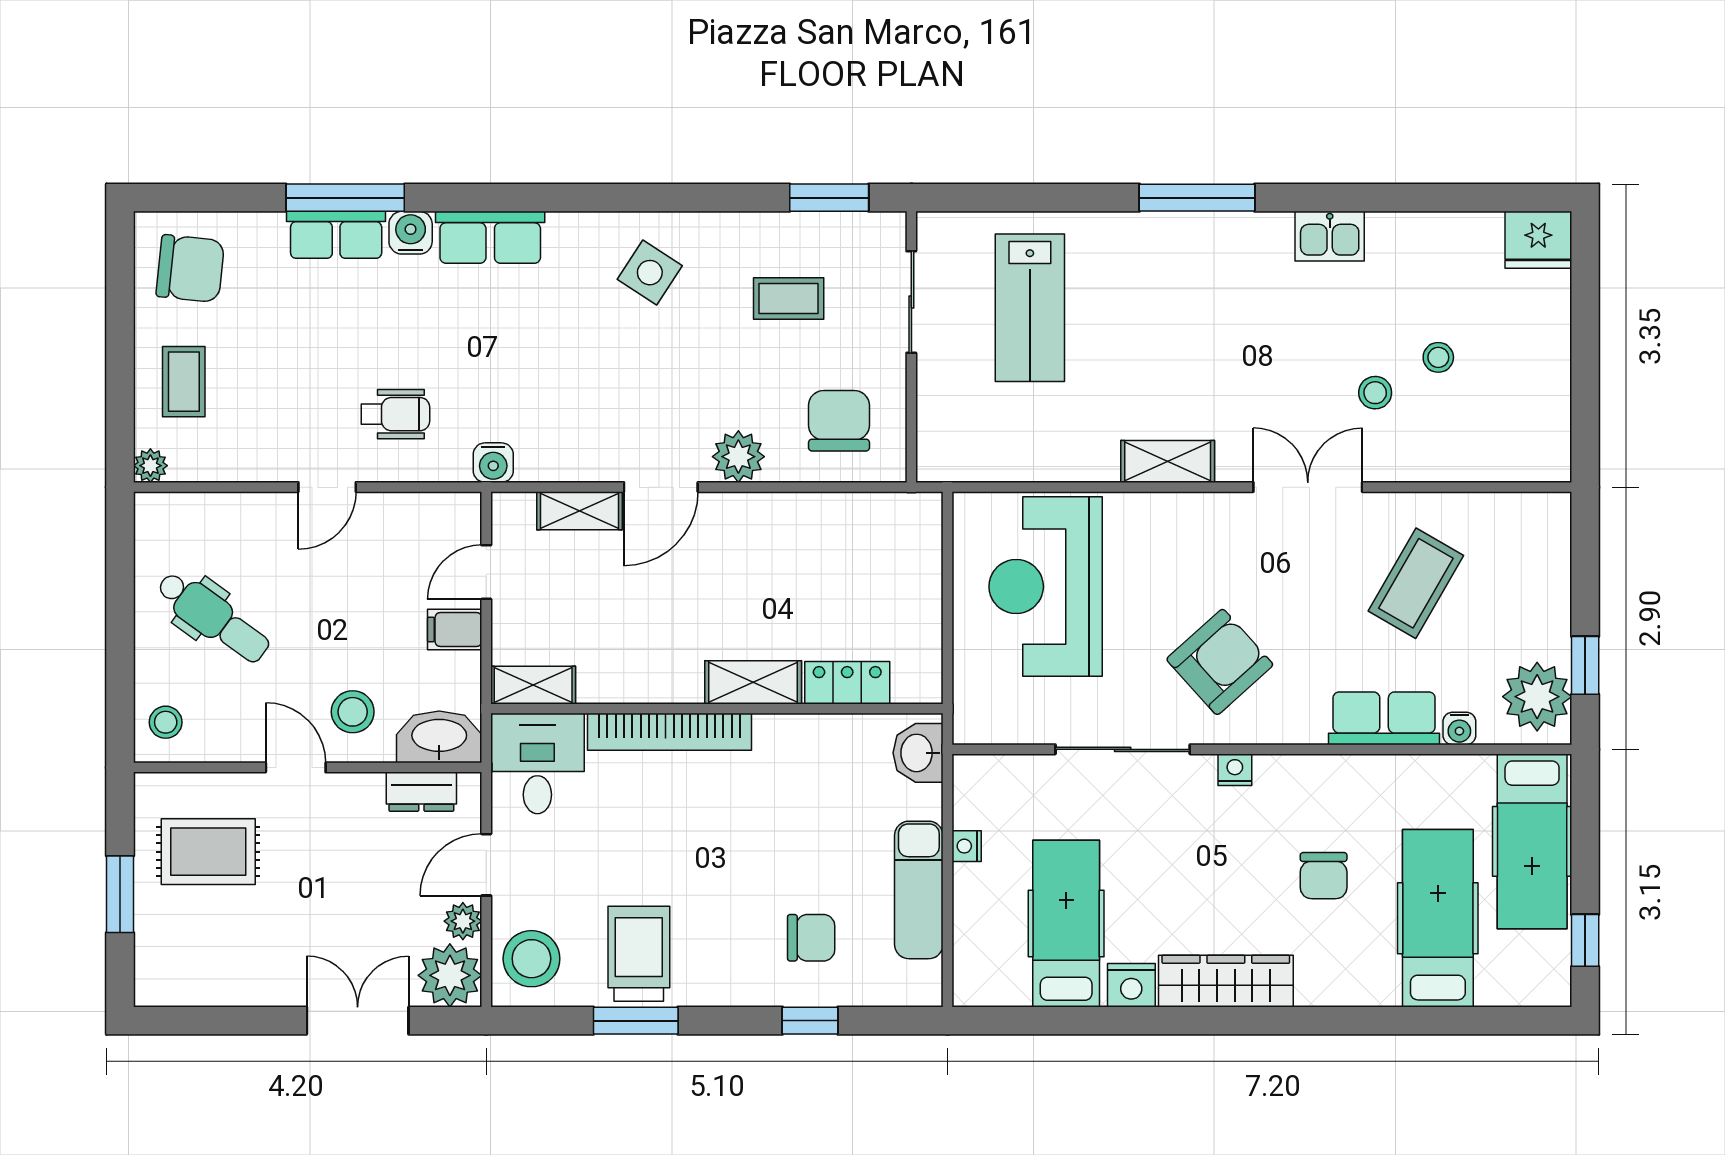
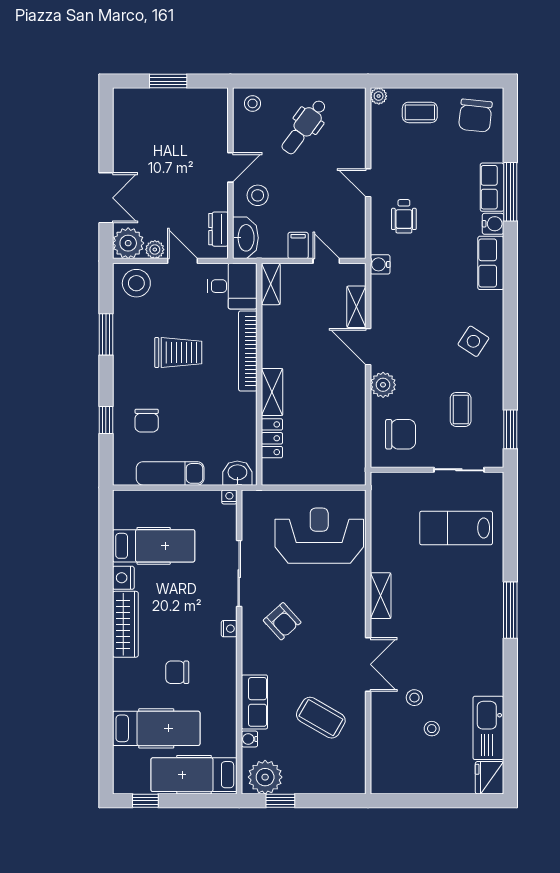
kitchen sink: (1330, 236) -> (488, 728), moved, width x1.87, depth x1.24
armchair: (1220, 662) -> (282, 621), width x0.72, depth x0.72
nightstand: (967, 846) -> (229, 497), moved
rug: (208, 852) -> (189, 124), removed
trolley: (639, 954) -> (178, 353), moved

